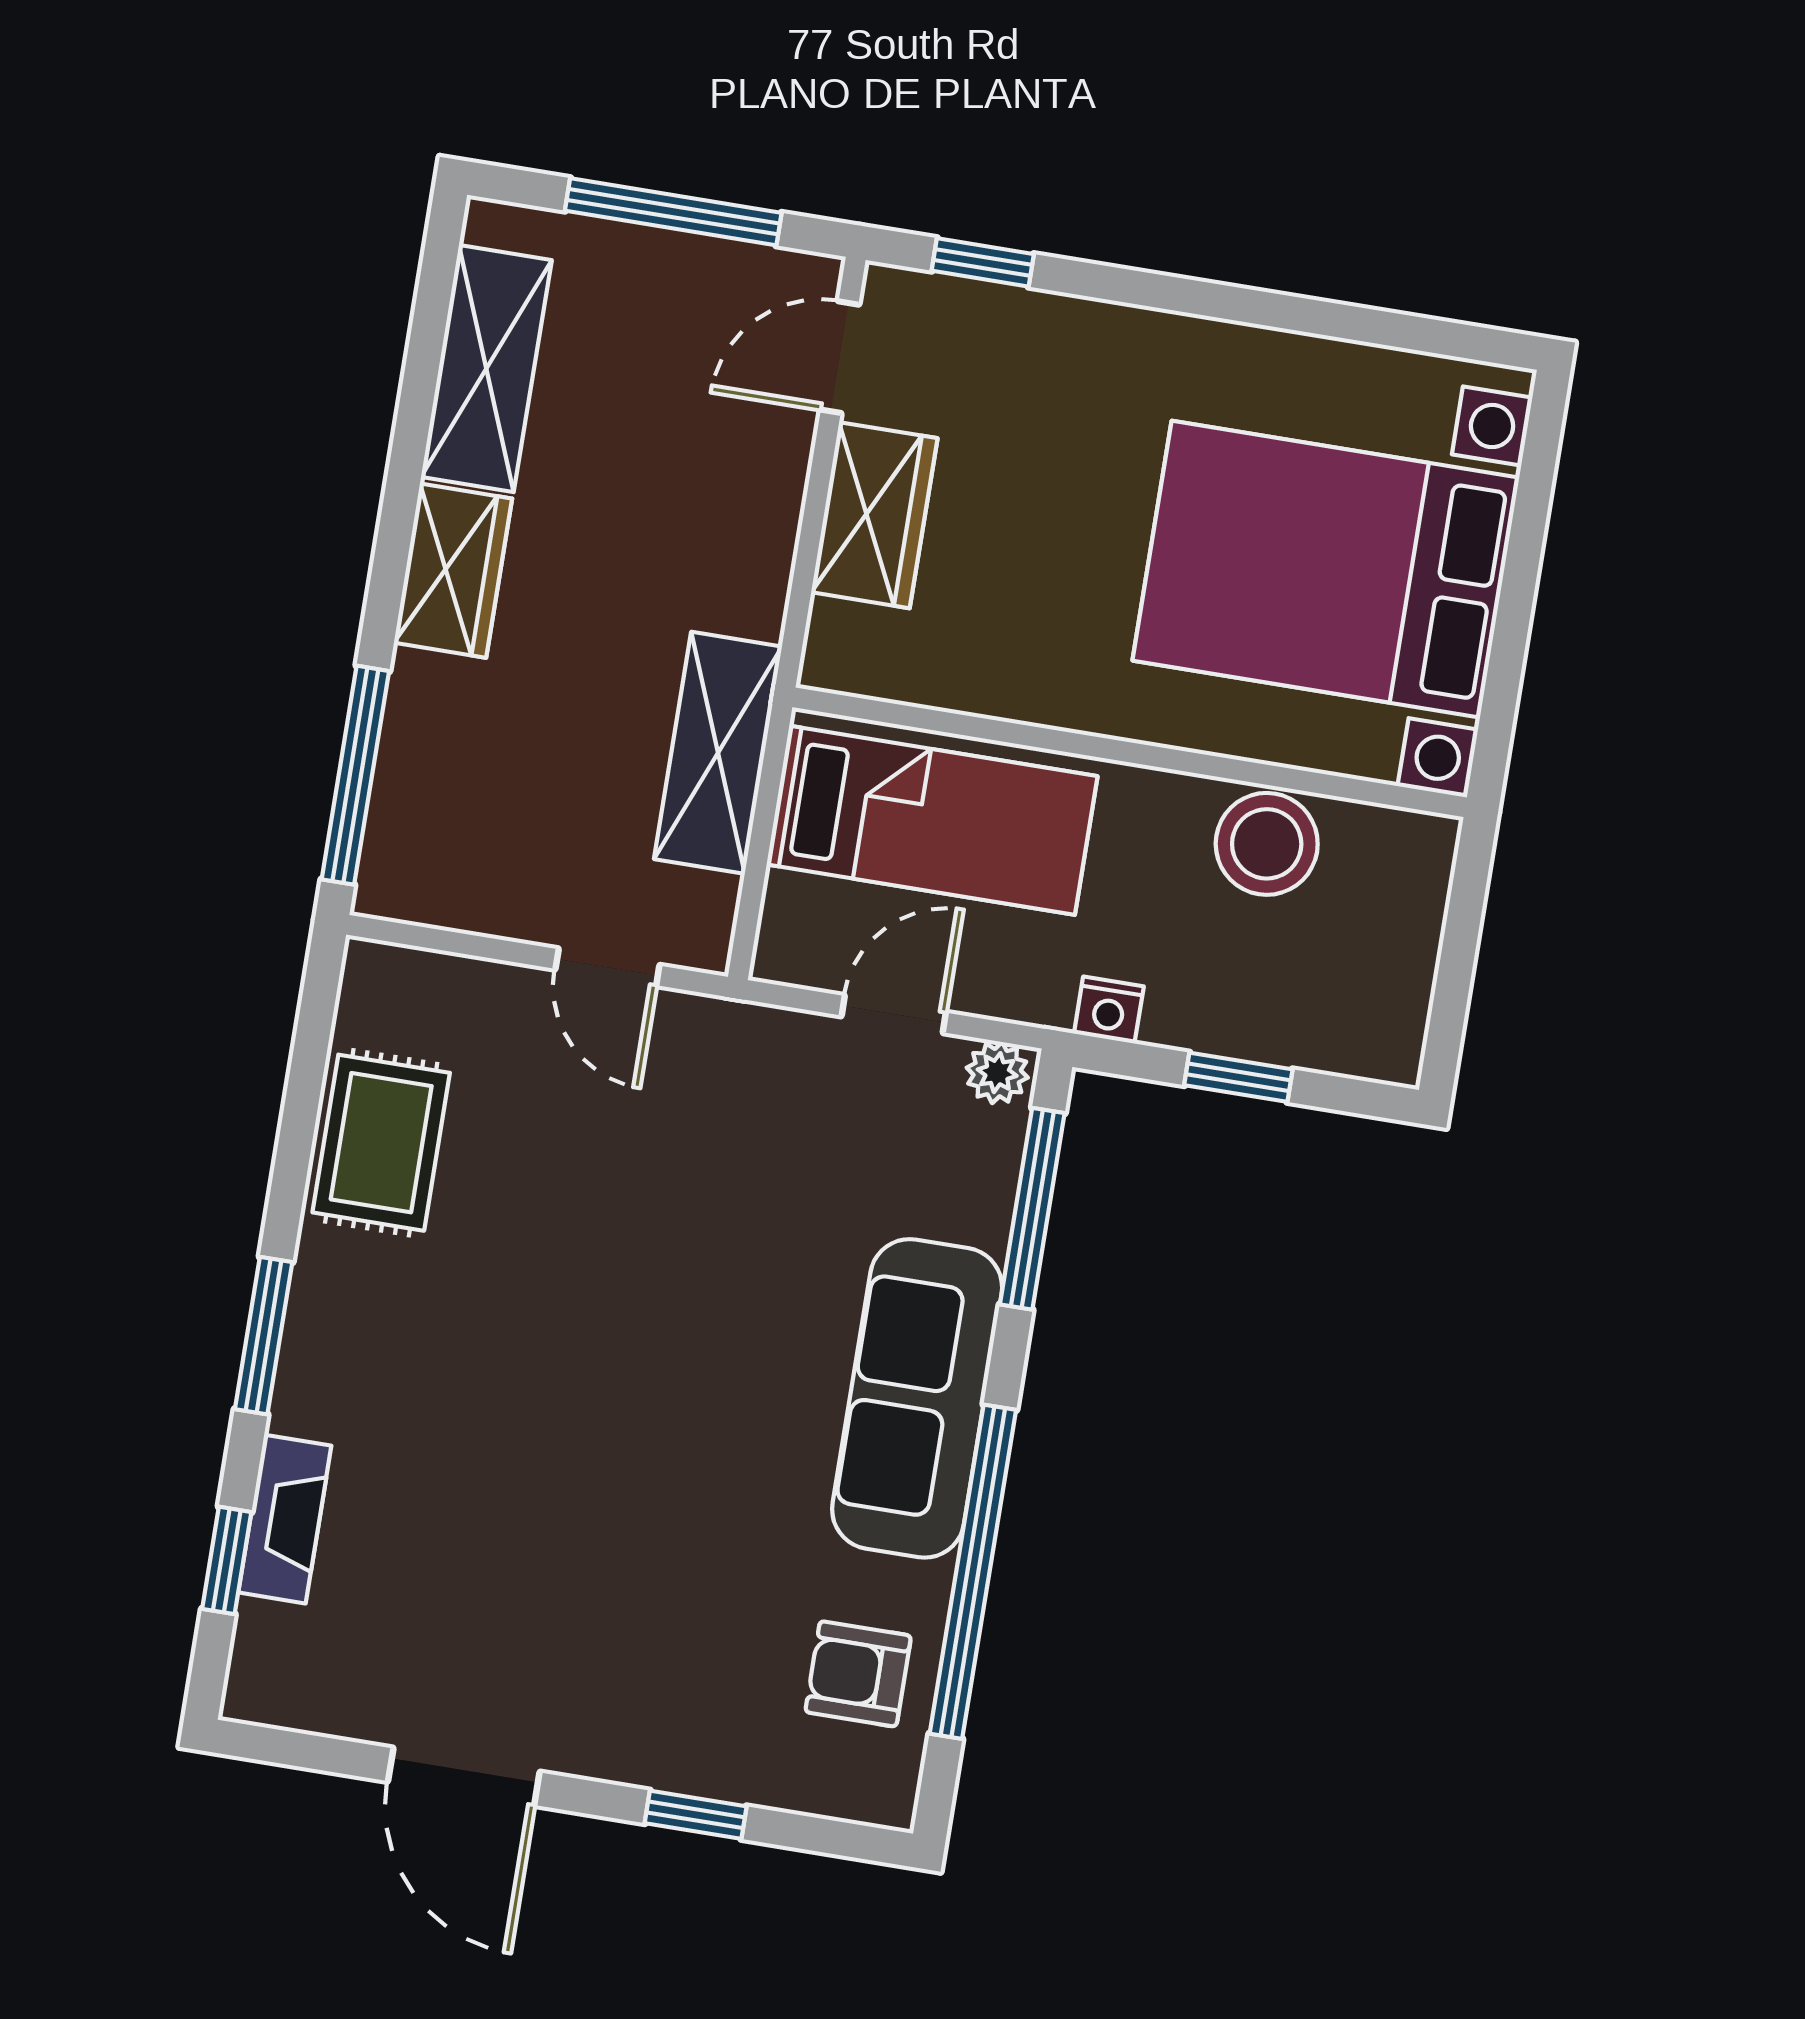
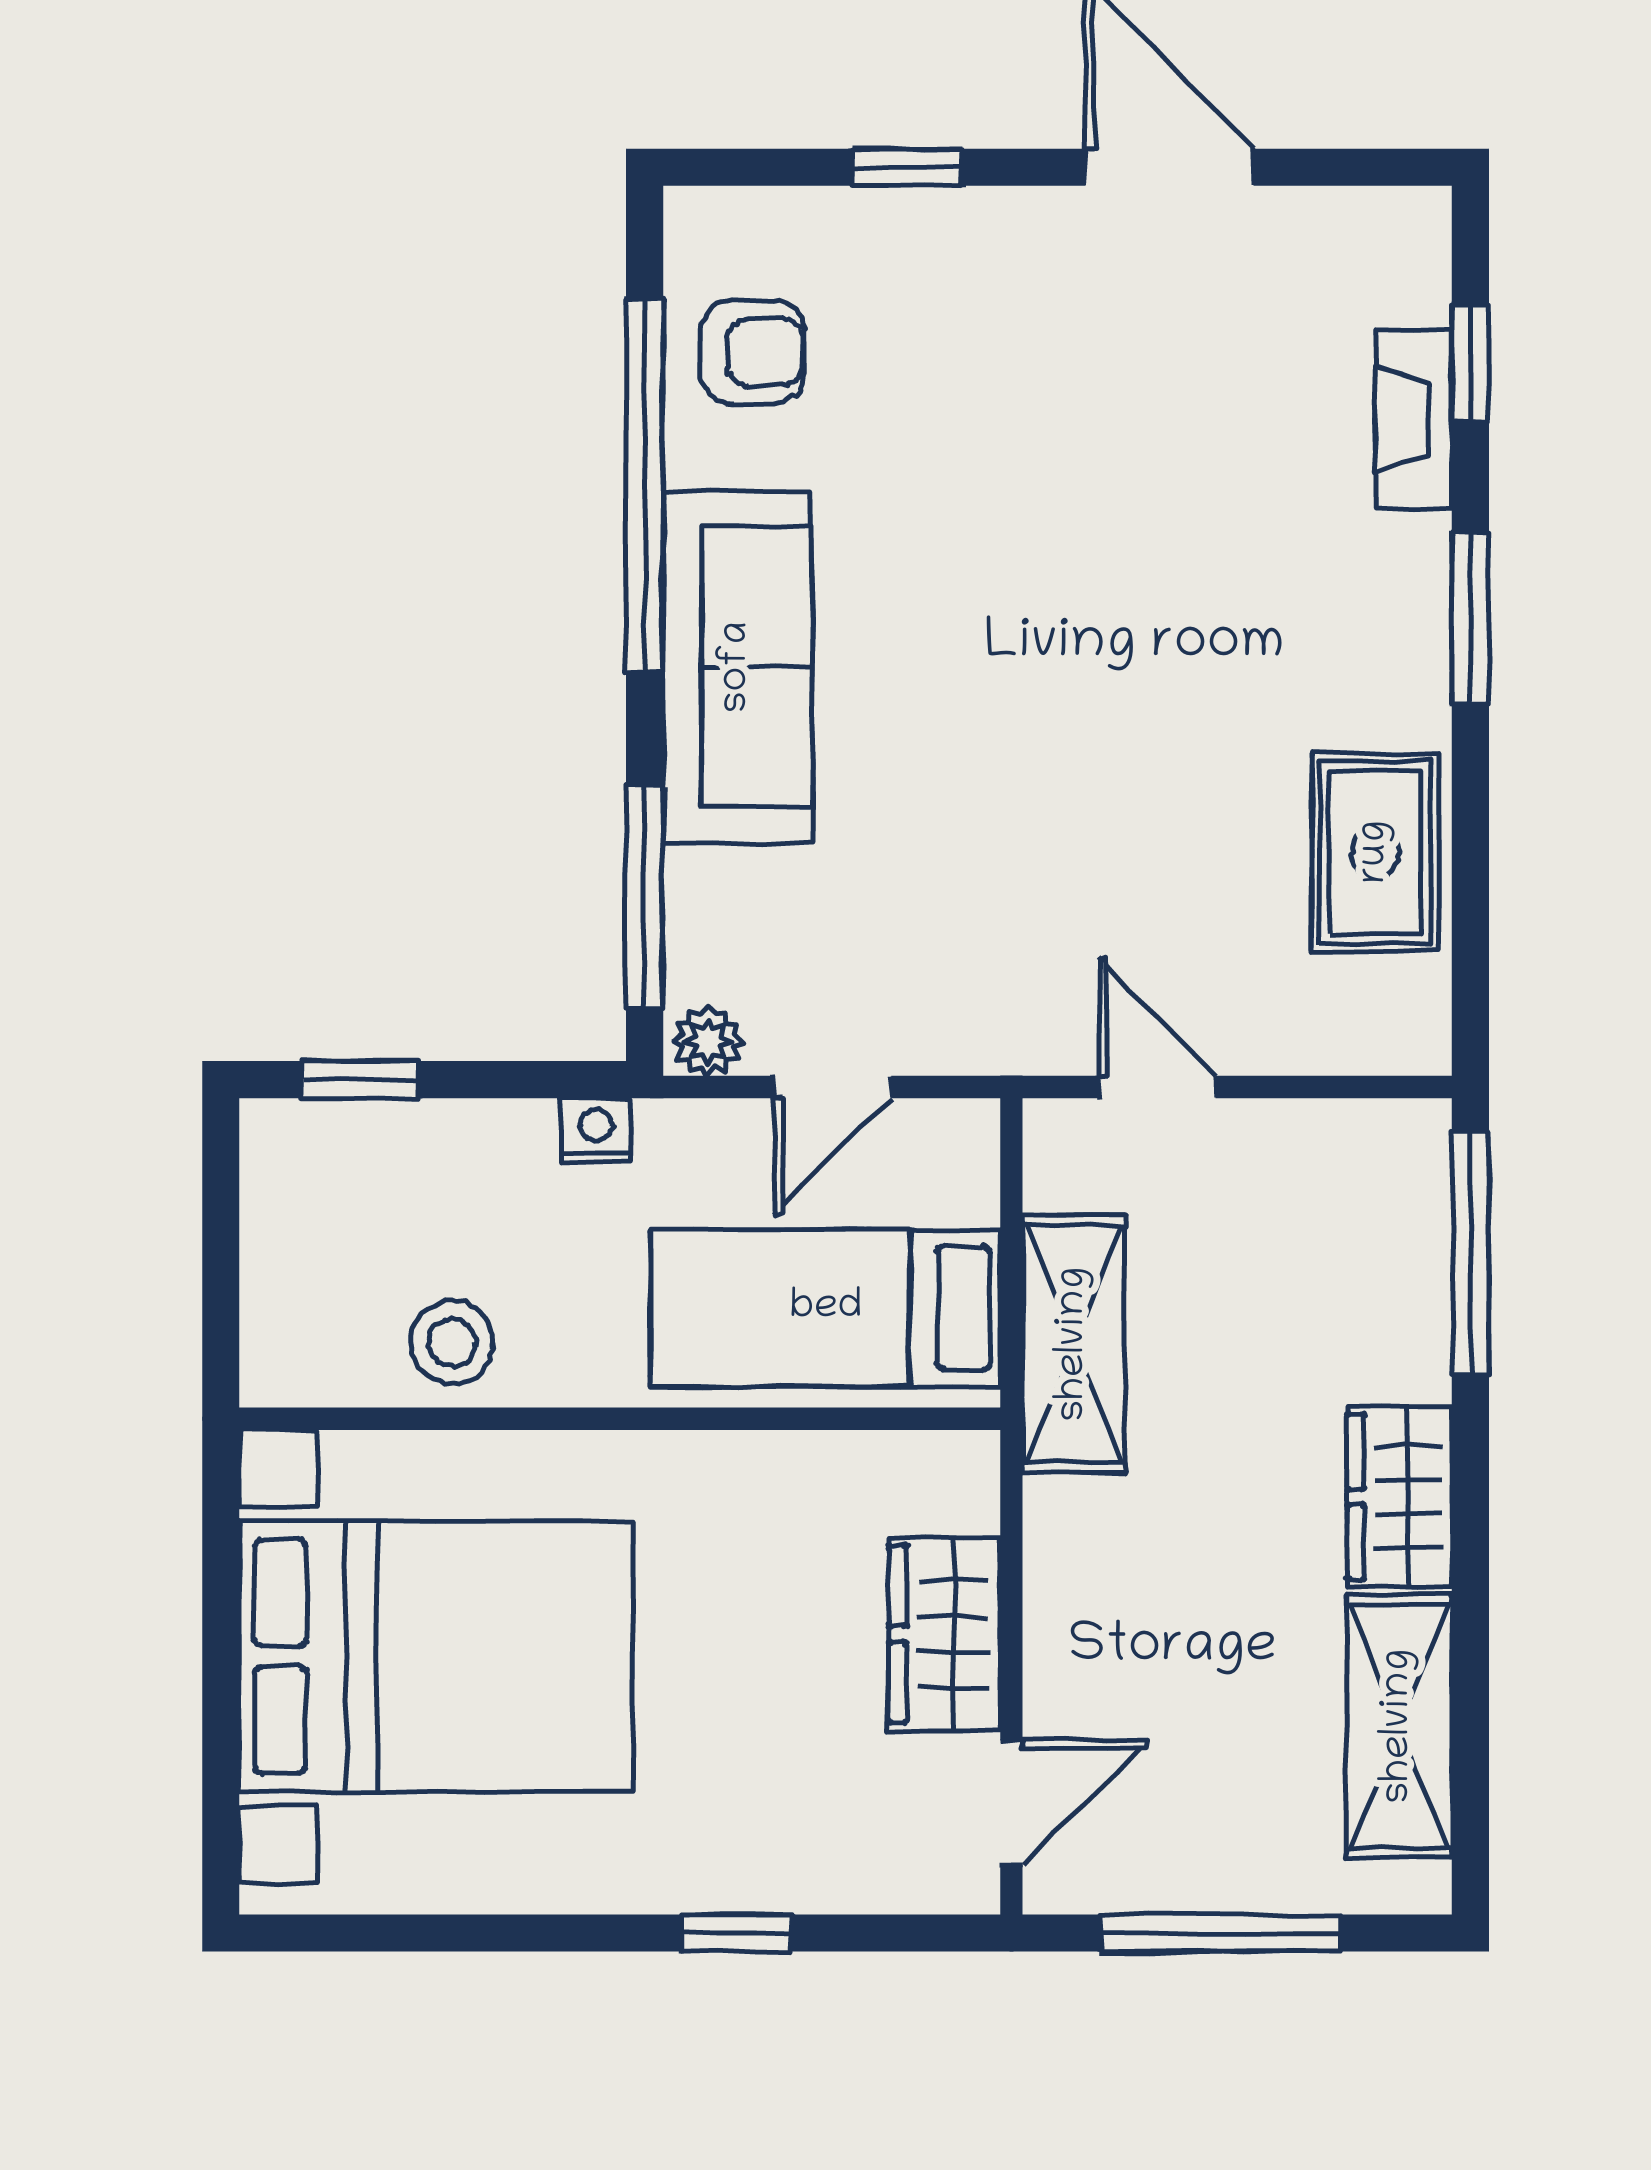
window: (983, 262) -> (737, 1933), moved
stool: (1267, 844) -> (452, 1342), width x0.73, depth x0.73
window: (1238, 1077) -> (361, 1080), moved

